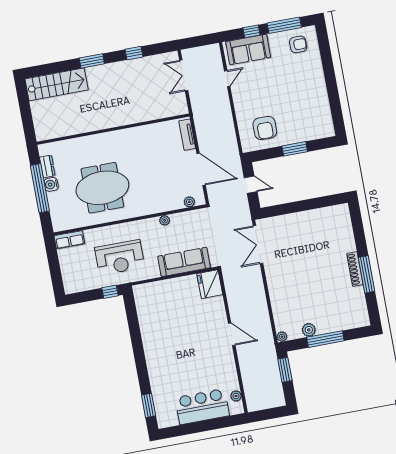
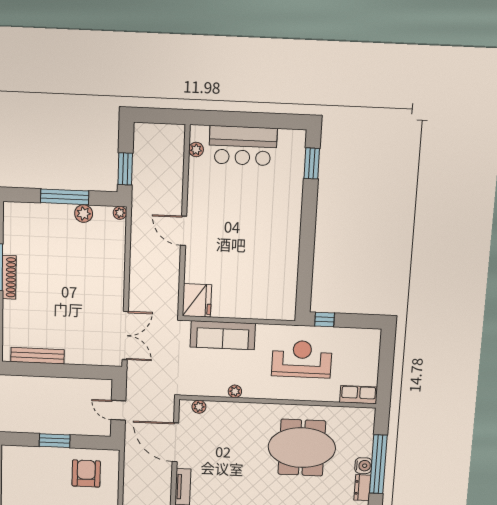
bench: (321, 213) -> (37, 356), added

